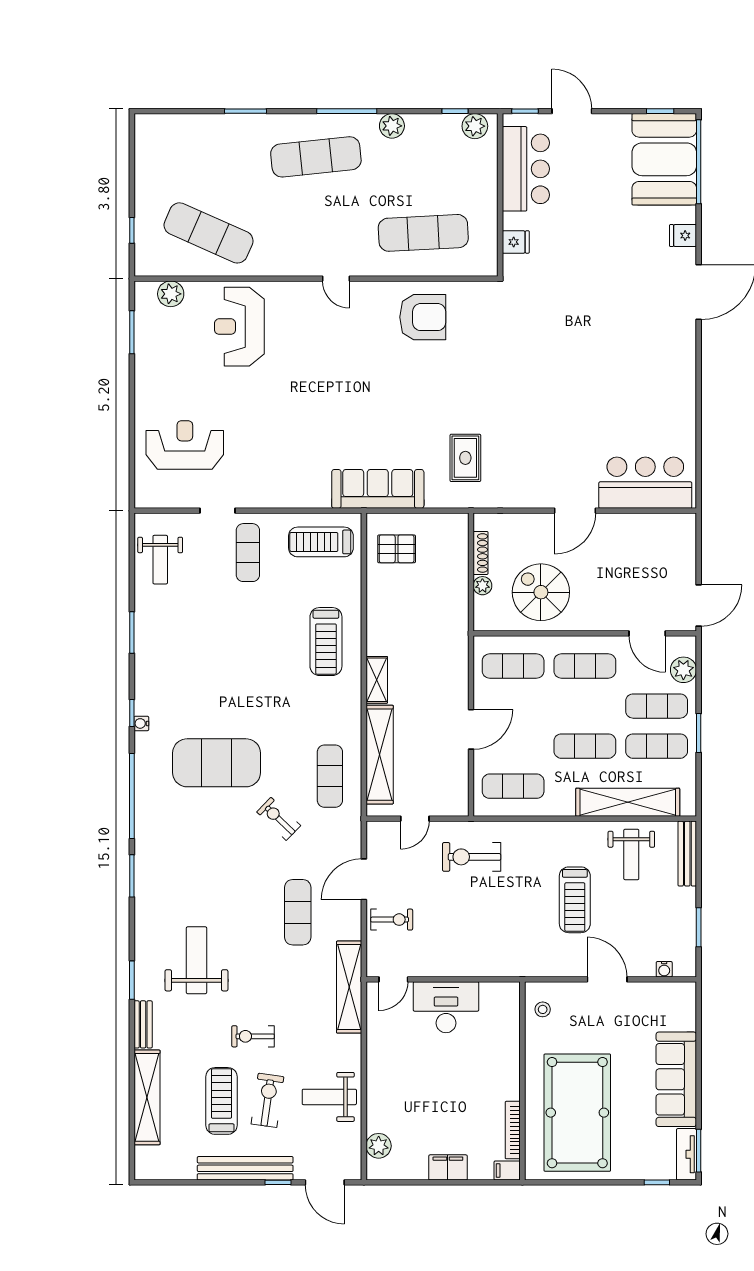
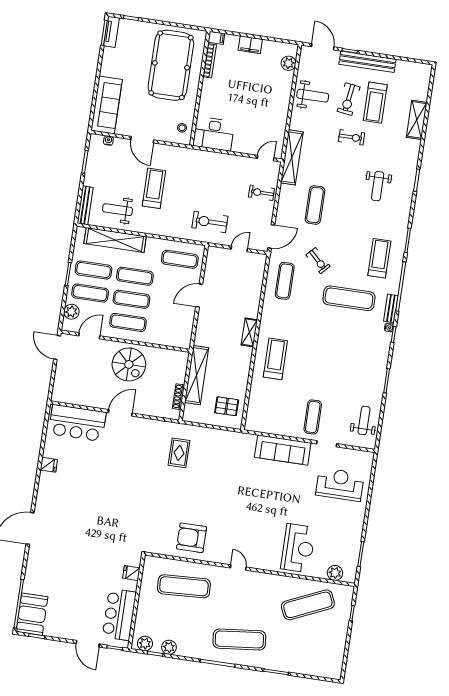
plant: (392, 126) -> (169, 647), moved
booth: (664, 159) -> (32, 614), width x0.73, depth x0.70
exercise mat: (209, 233) -> (308, 605), turned -48
fridge: (683, 236) -> (49, 465), moved
reception desk: (185, 445) -> (340, 485), turned 180
sofa: (378, 489) -> (283, 450), moved
treadmill: (321, 542) -> (379, 258), moved, turned -90
plant: (482, 586) -> (180, 378), removed
spiral stairs: (541, 592) -> (129, 364), moved
door: (699, 605) -> (57, 348), hinge flipped
door: (647, 633) -> (89, 336), hinge flipped
exercise mat: (513, 666) -> (131, 299), moved
shelving: (380, 755) -> (197, 375), moved
exercise mat: (217, 763) -> (349, 298), width x0.68
weight bench: (631, 854) -> (117, 210), turned -90
exercise bike: (472, 857) -> (210, 222), turned 180
door: (364, 879) -> (271, 236), moved
weight bench: (196, 960) -> (378, 186), width x0.73, depth x0.75
desk: (446, 1007) -> (214, 134), moved
bench: (143, 1024) -> (391, 308), moved
sofa: (676, 1079) -> (107, 105), moved
shelving: (147, 1097) -> (417, 120), width x0.68

